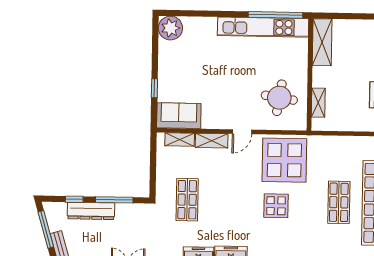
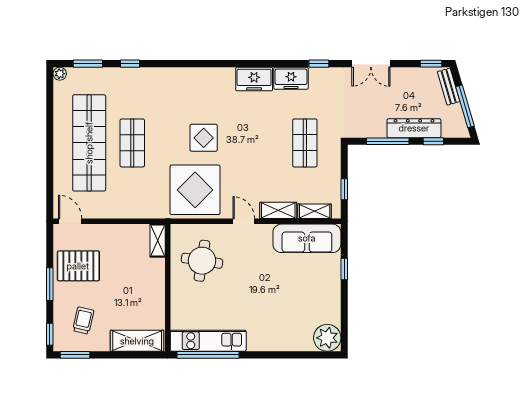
kitchen unit: (263, 27) -> (208, 341), width x0.73
shelving: (322, 42) -> (137, 341), moved, turned 90
shelving: (318, 103) -> (158, 241), moved
sofa: (179, 116) -> (307, 238), width x1.36
door: (242, 132) -> (244, 221), hinge flipped
window: (153, 158) -> (344, 189), added

